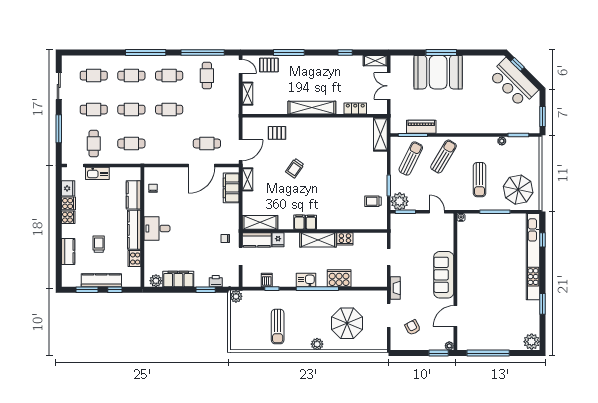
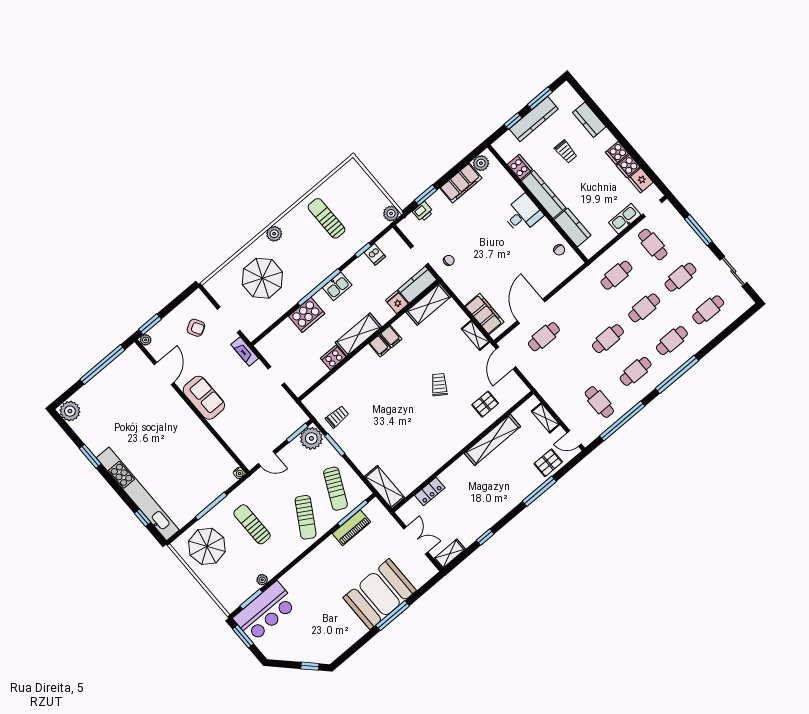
bar counter: (513, 83) -> (265, 611), moved, turned 135
shelving: (312, 108) -> (492, 440), moved
sofa: (444, 275) -> (204, 398), width x0.73

